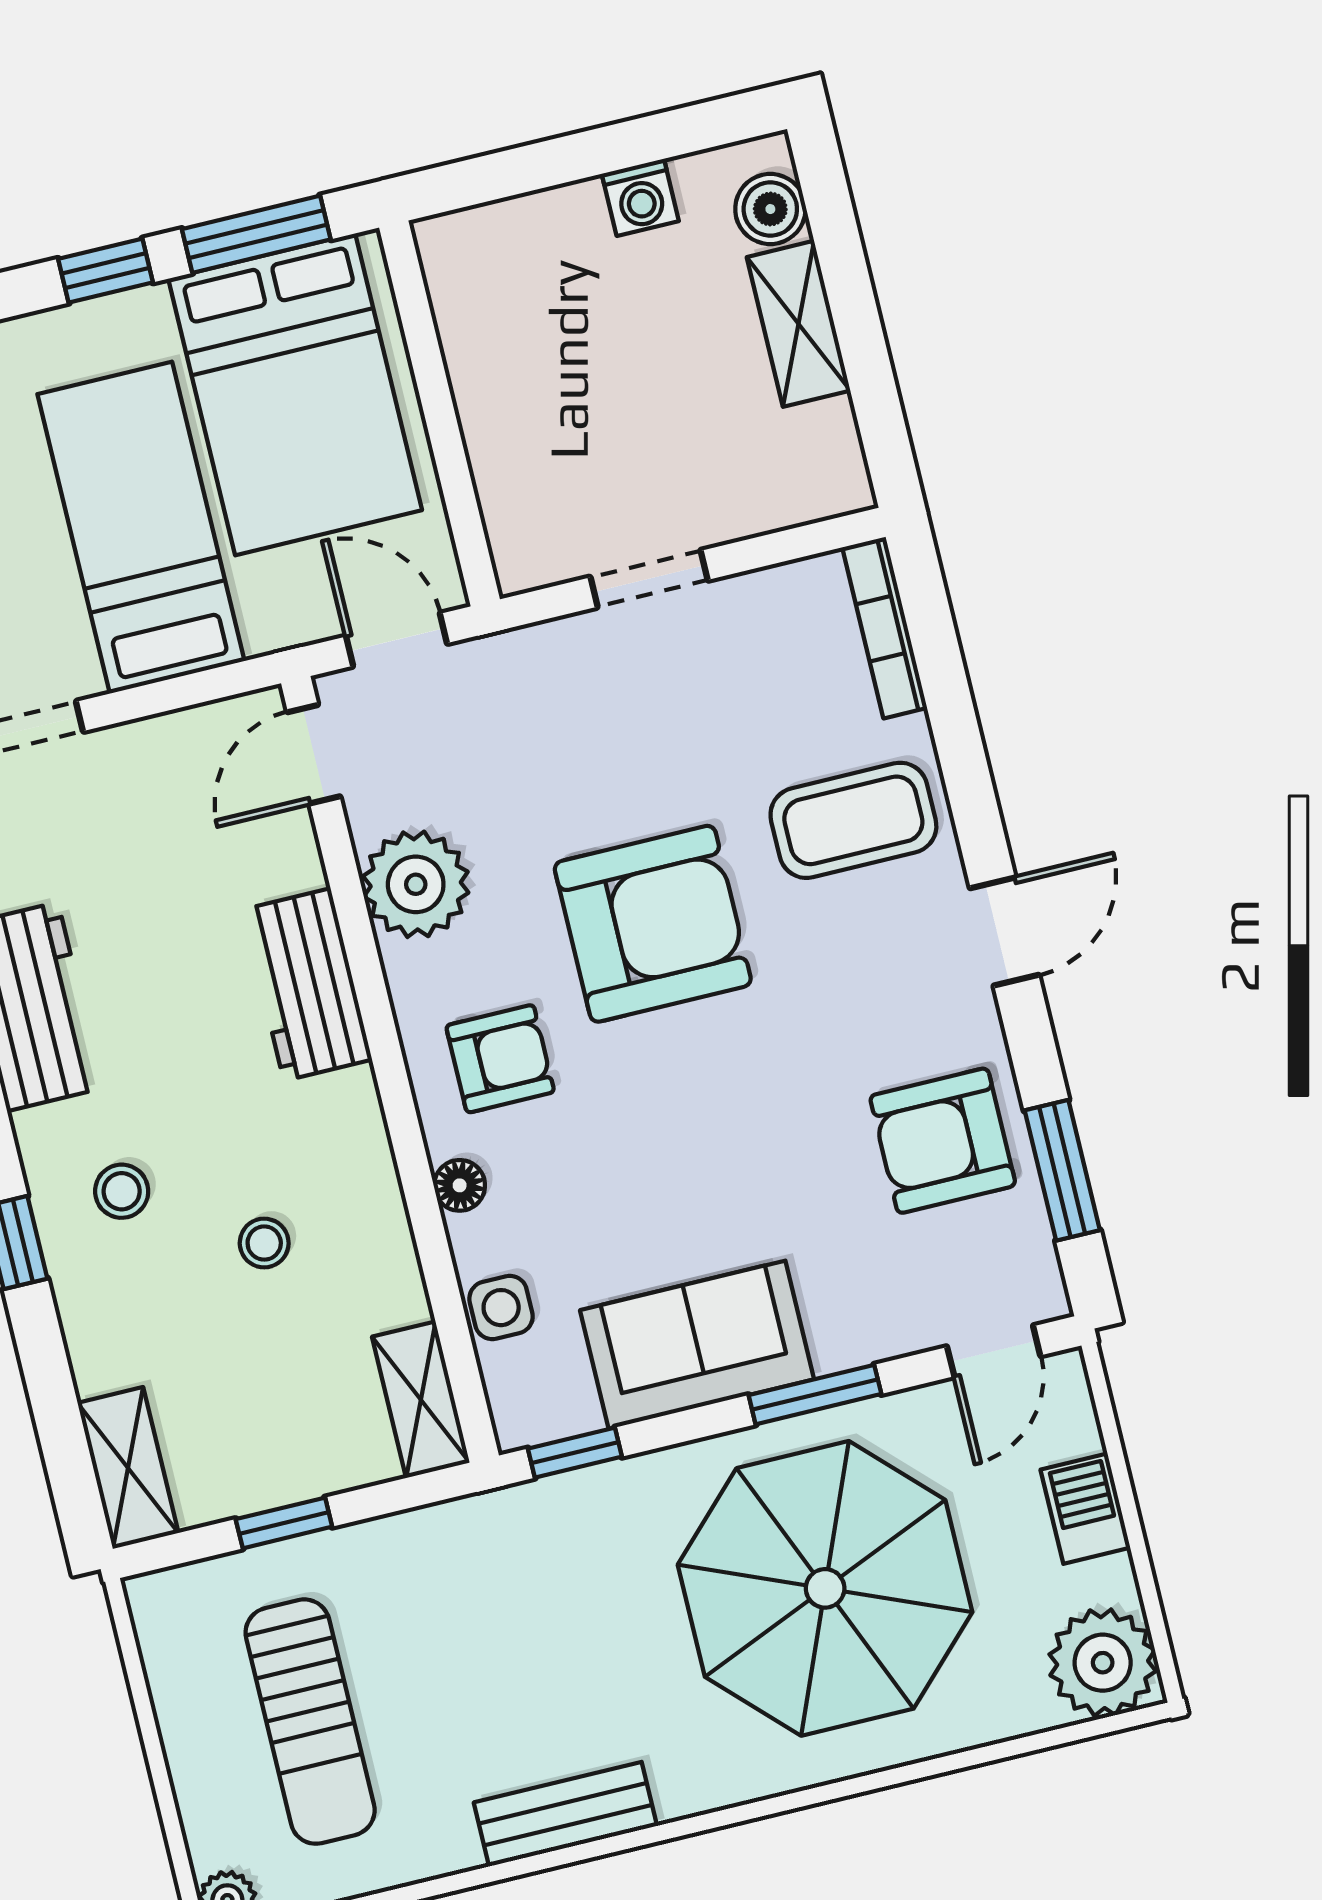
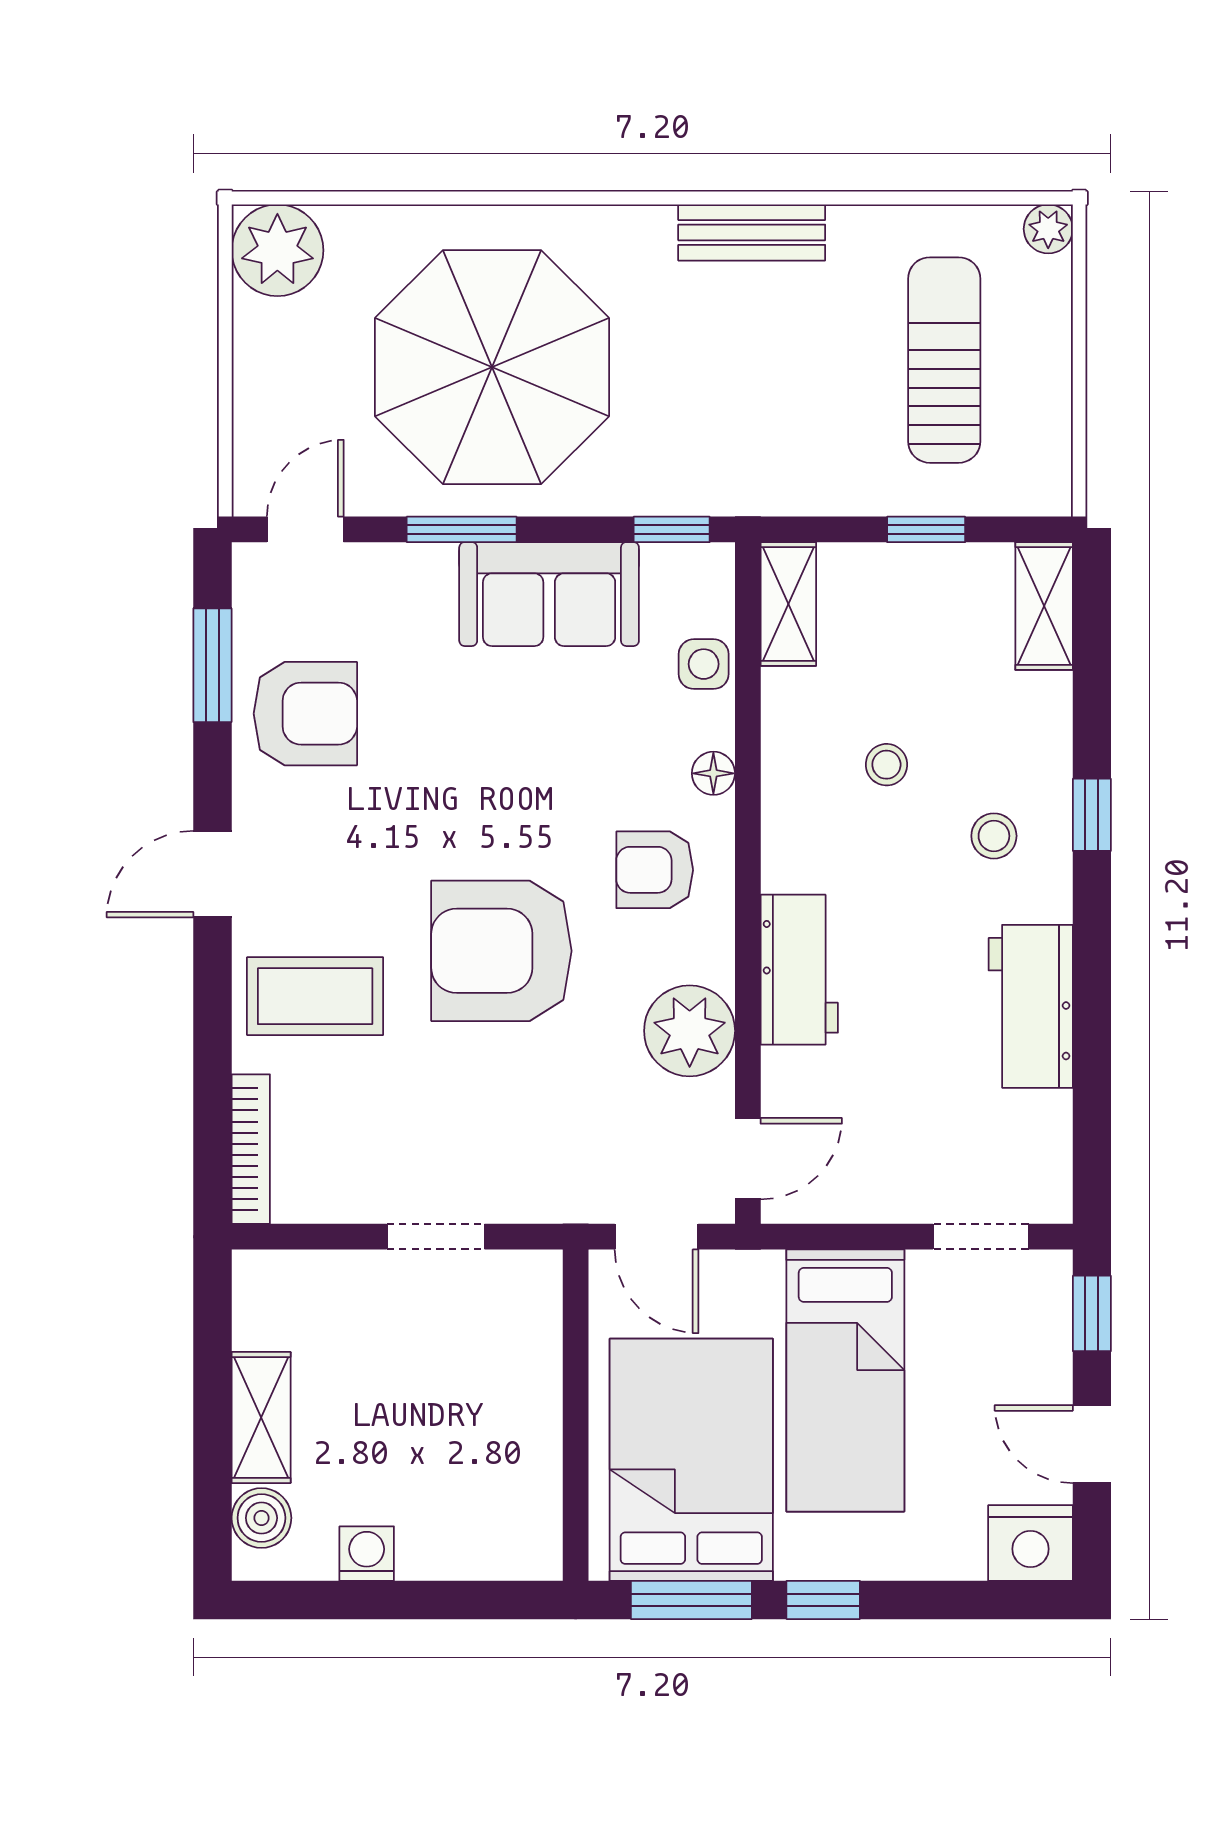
barbecue: (1085, 1509) -> (261, 381), removed

